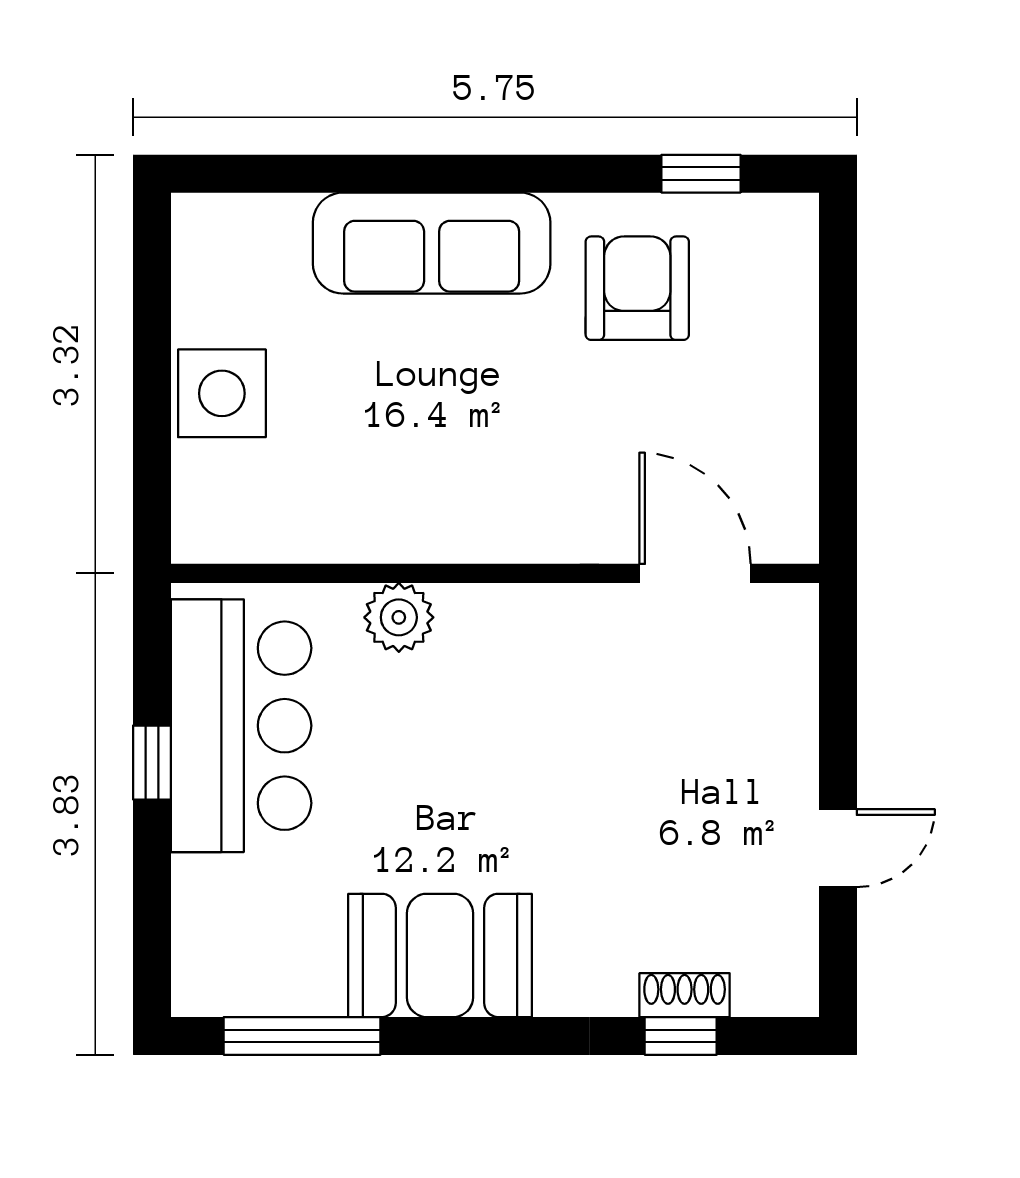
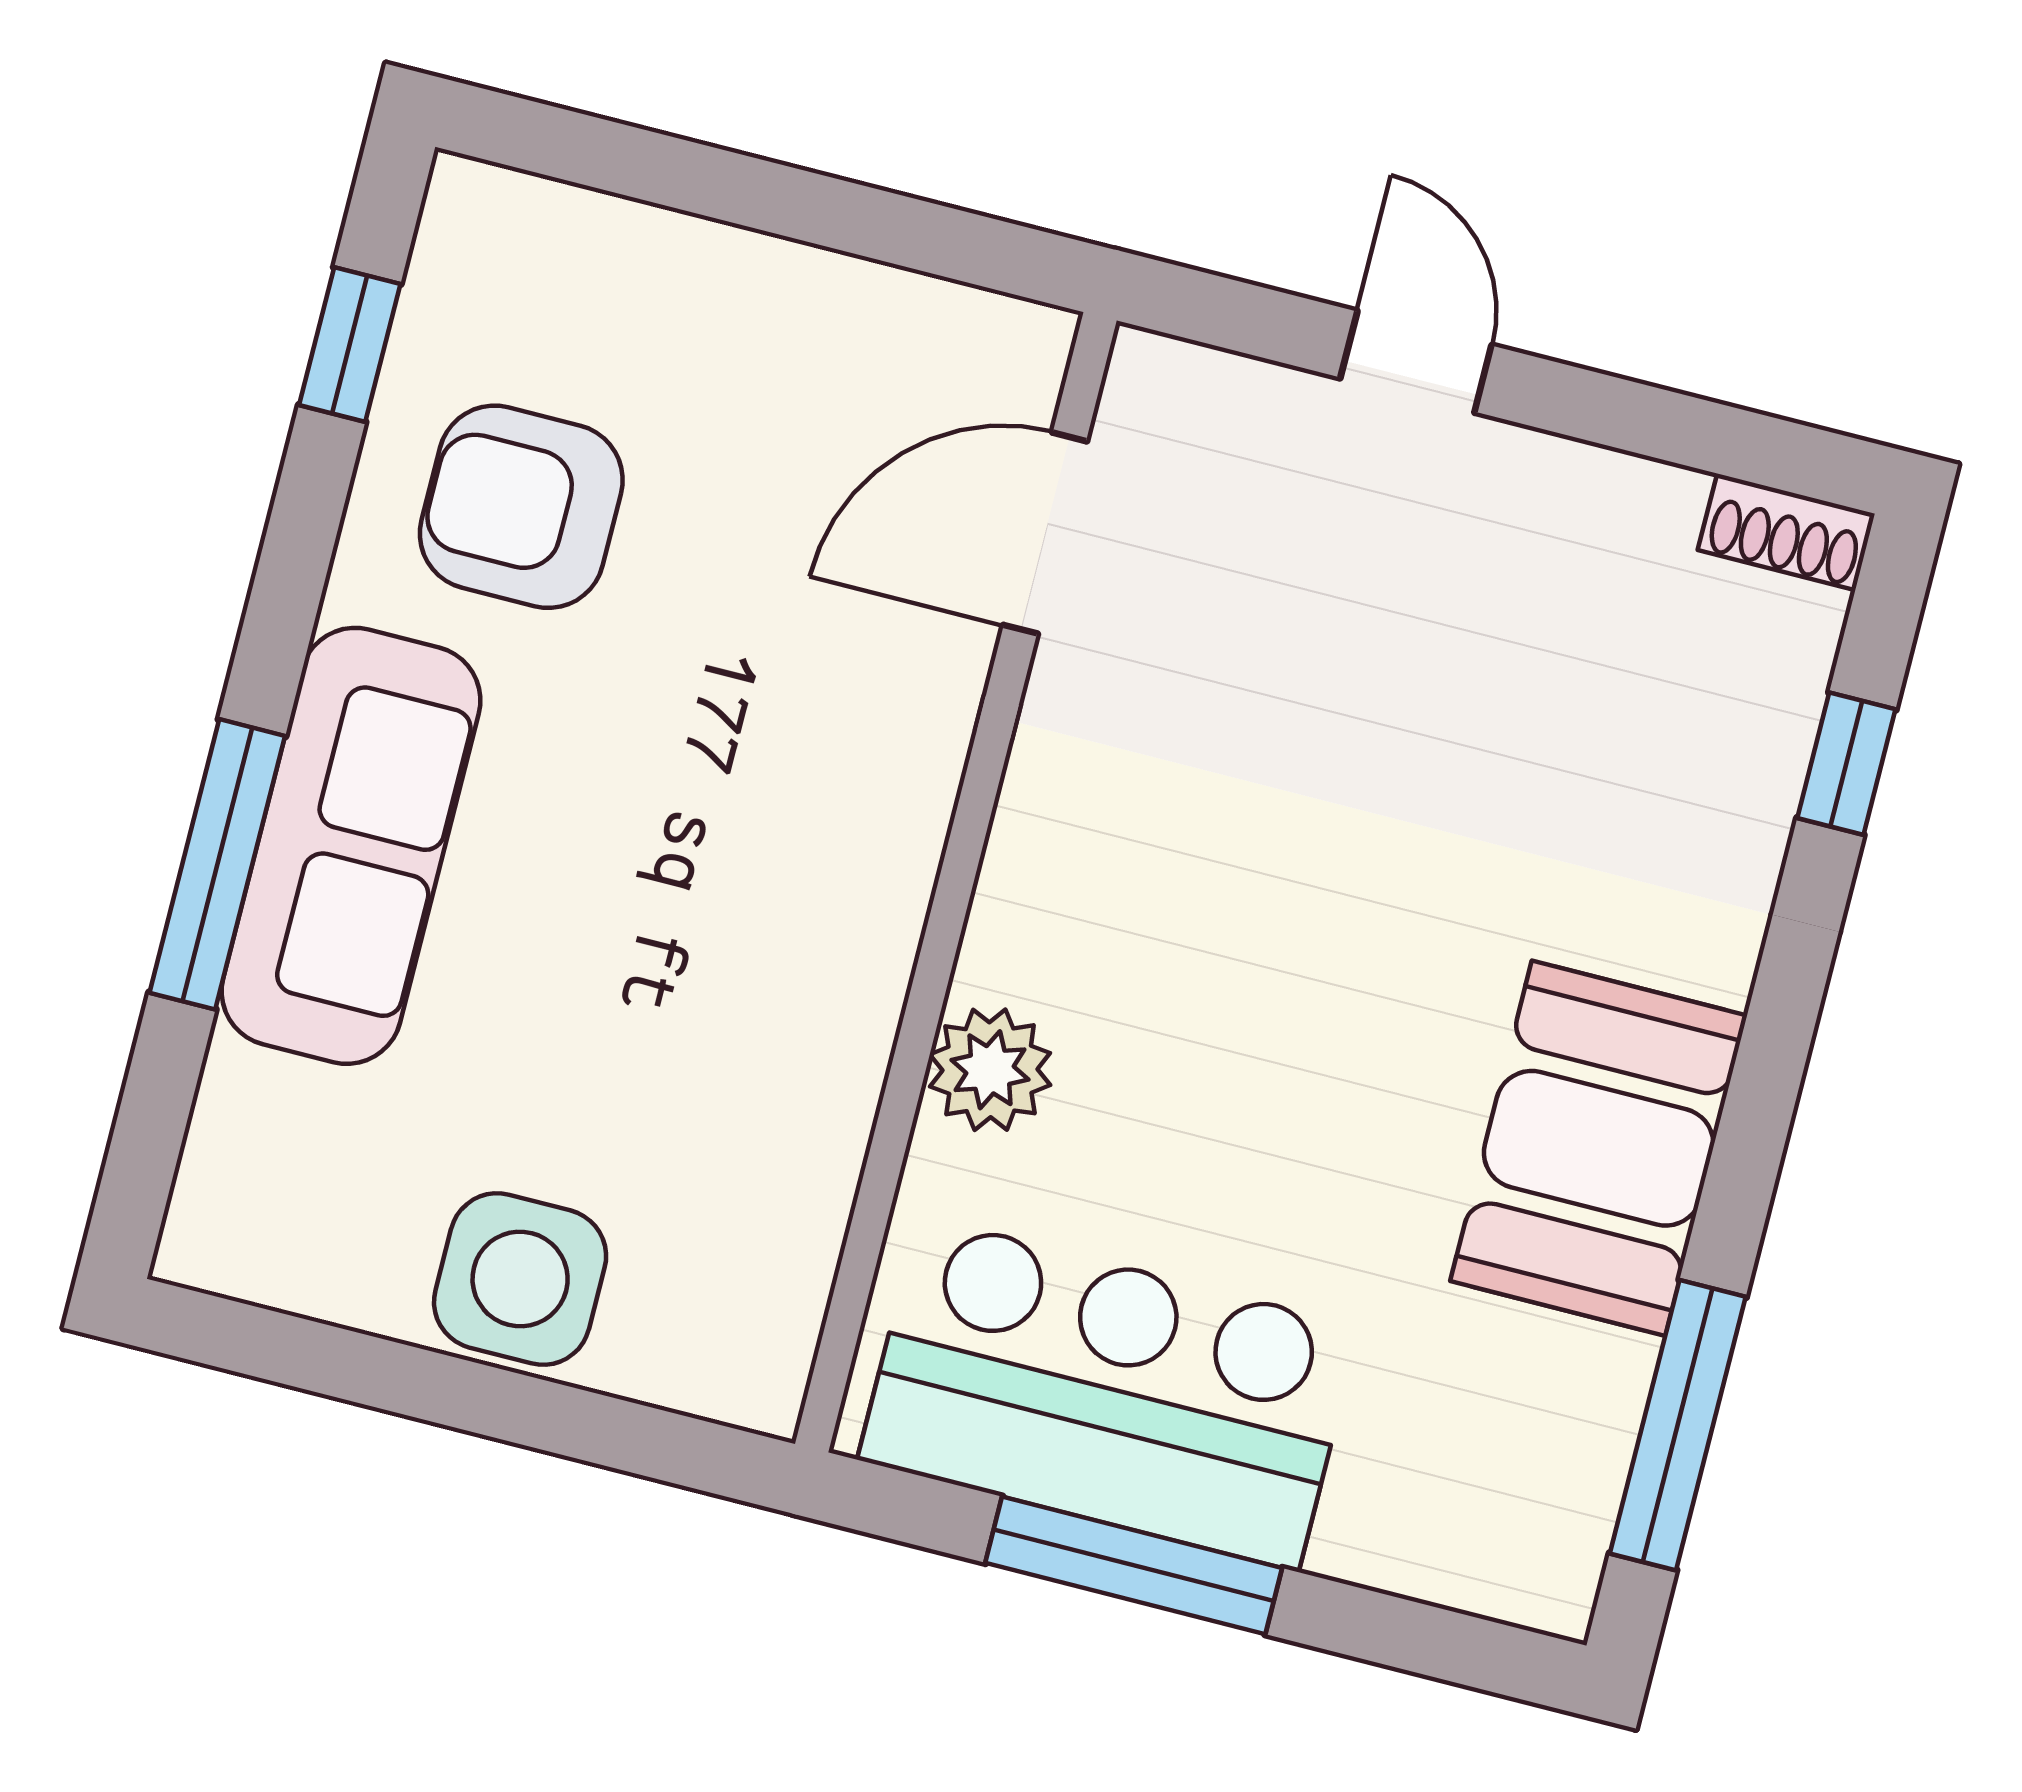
window: (403, 174) -> (217, 864), added
window: (152, 763) -> (1134, 1565), width x2.17
door: (838, 848) -> (1416, 362), moved
shoe rack: (685, 995) -> (1786, 532), moved, turned -90

